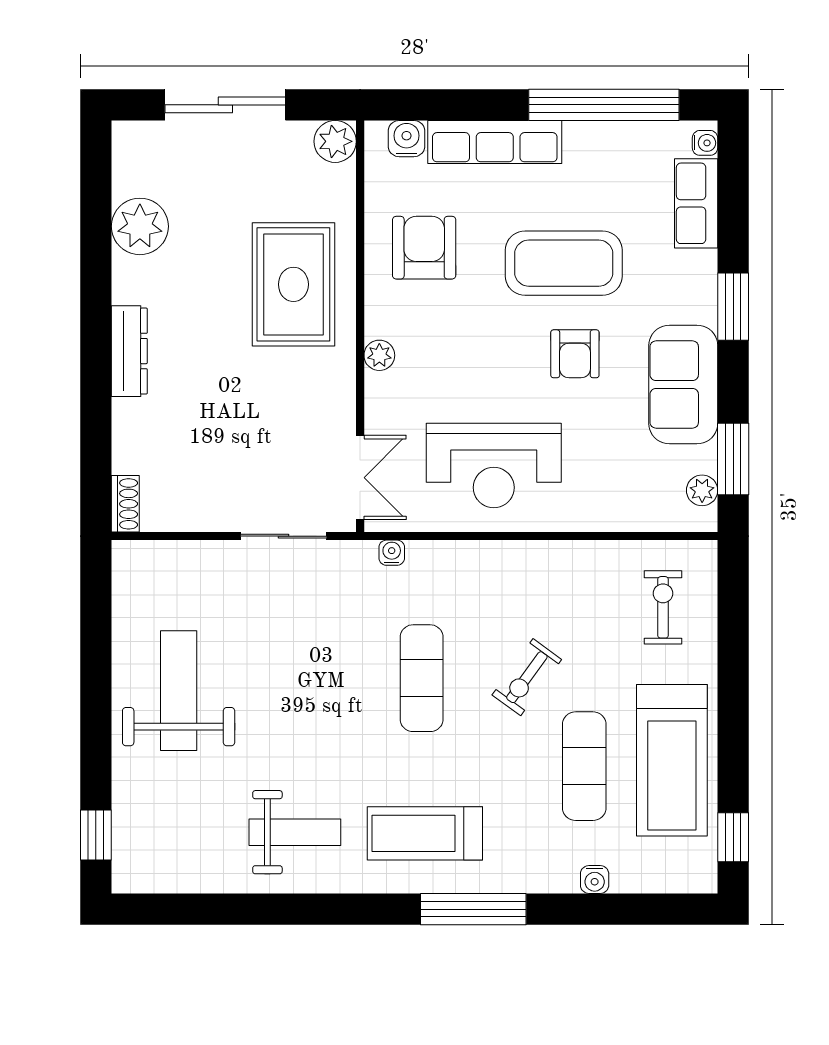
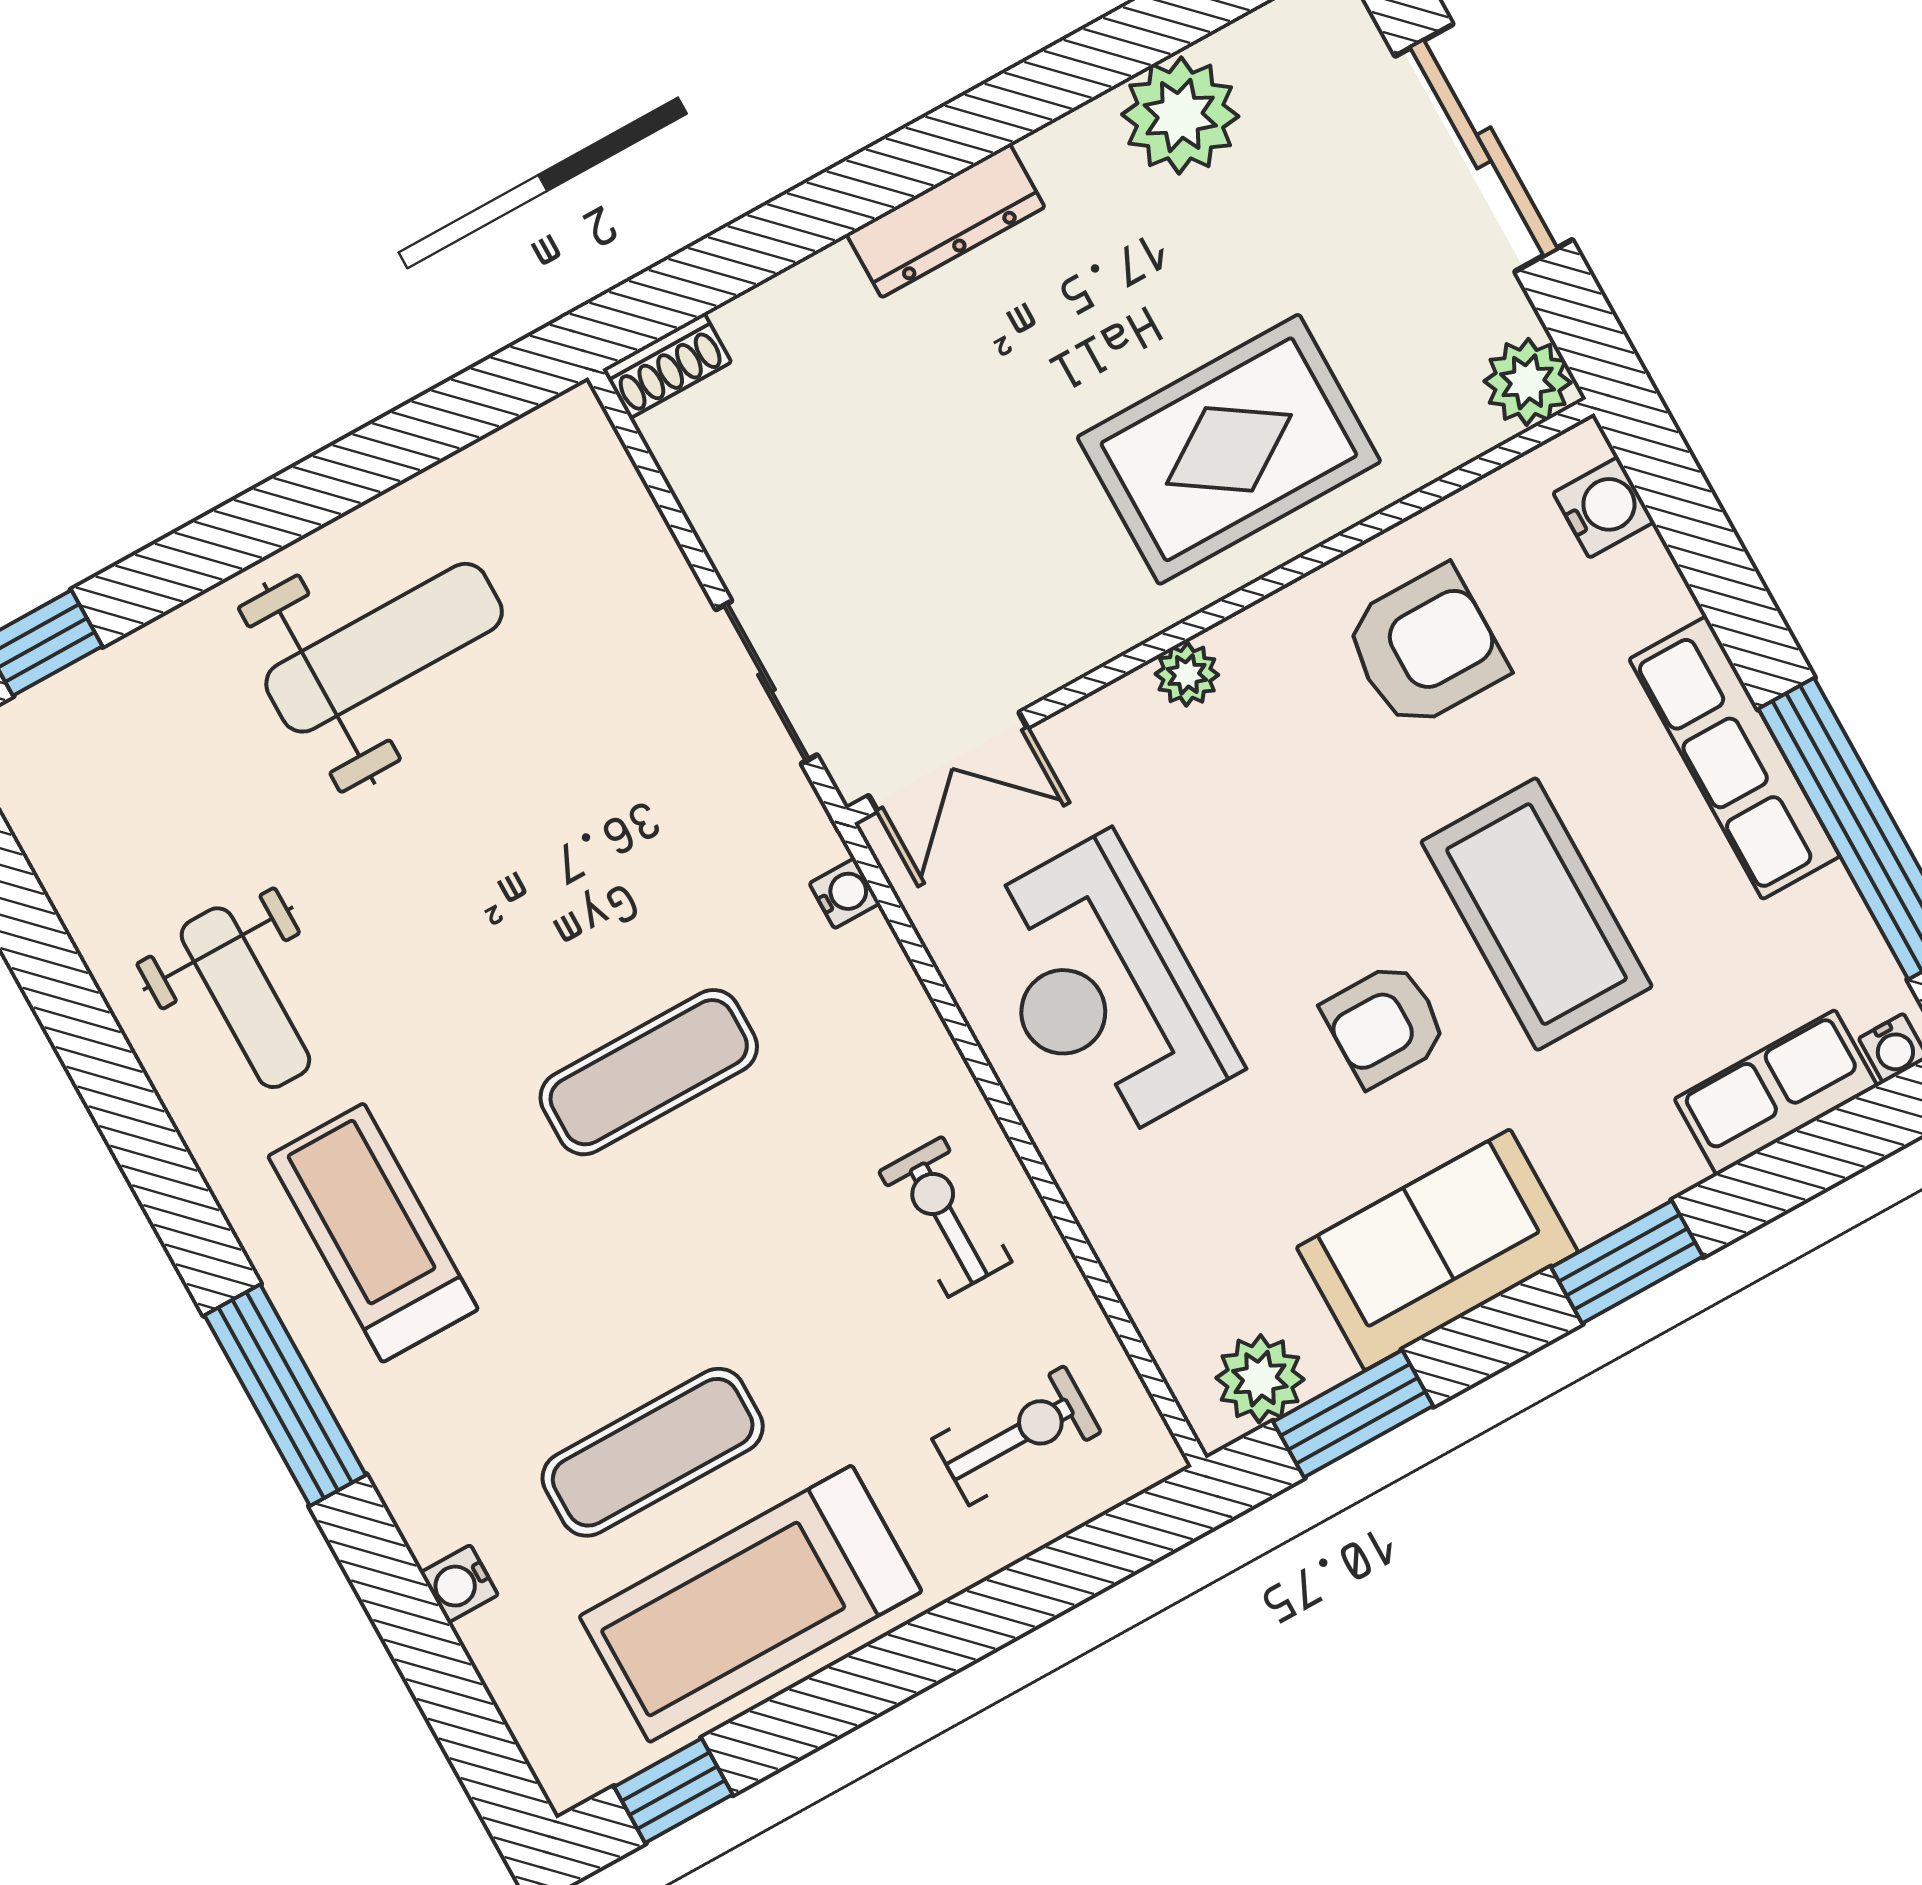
row of seats: (495, 142) -> (1734, 758), moved
plant: (702, 490) -> (1260, 1379), width x1.38, depth x1.38
exercise bike: (527, 677) -> (945, 1217), moved, turned 54

